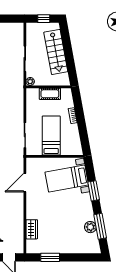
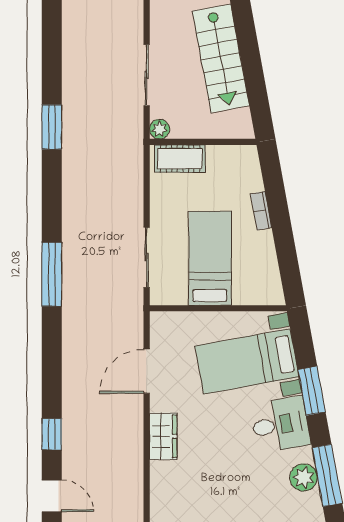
cot: (50, 94) -> (180, 159), moved
desk: (81, 205) -> (280, 424), added
wardrobe: (32, 229) -> (163, 436), moved

